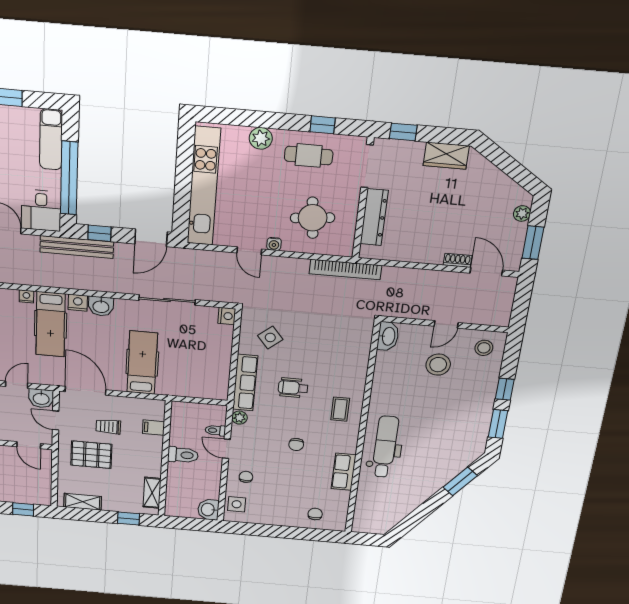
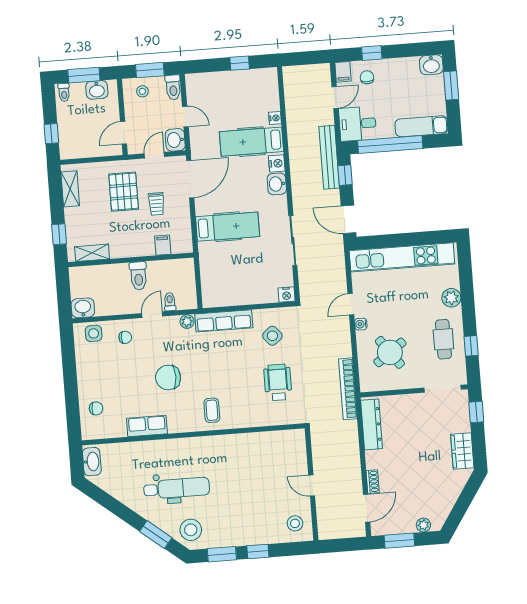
dresser: (374, 217) -> (372, 424), moved, turned -90
round table: (313, 218) -> (390, 352), turned -30
washbasin: (388, 336) -> (92, 462), moved, turned -90
stool: (438, 365) -> (191, 530), moved
wheelchair: (293, 388) -> (278, 382), moved, width x1.36, depth x1.37
coffee table: (340, 409) -> (212, 410), turned 90
trolley: (108, 427) -> (156, 204), turned 180
chair: (296, 445) -> (168, 377), width x1.87, depth x1.87
dental chair: (385, 447) -> (177, 488), moved

